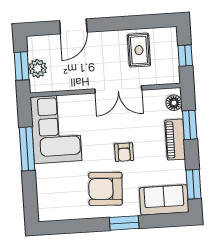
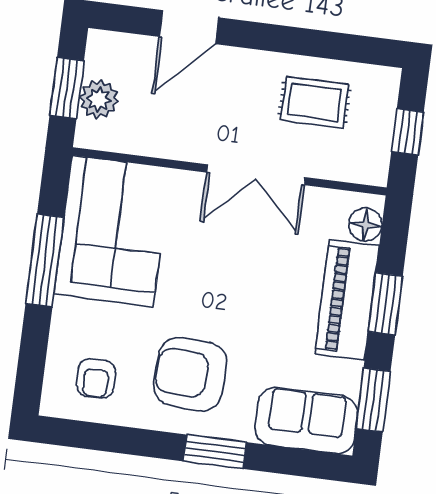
rug: (139, 50) -> (315, 102), turned 90
window: (190, 125) -> (385, 304), moved
piano: (175, 140) -> (347, 300), width x1.37, depth x1.33
armchair: (124, 152) -> (96, 378), moved

